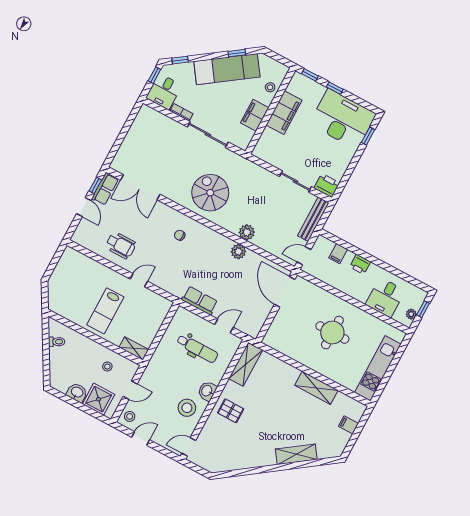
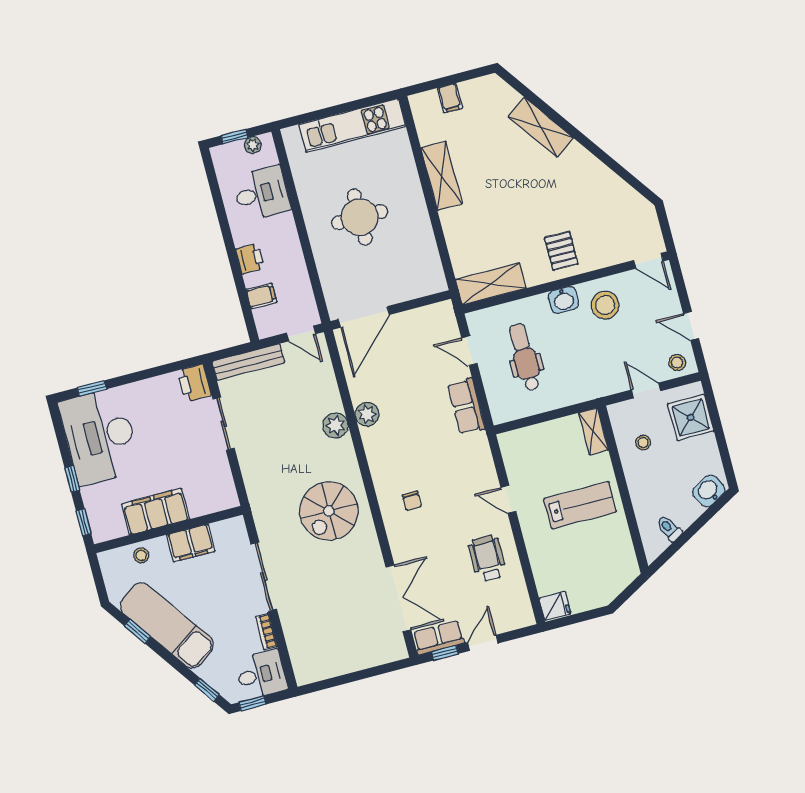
fridge: (70, 256) -> (555, 606), added
washbasin: (77, 392) -> (709, 491), moved, turned 61

